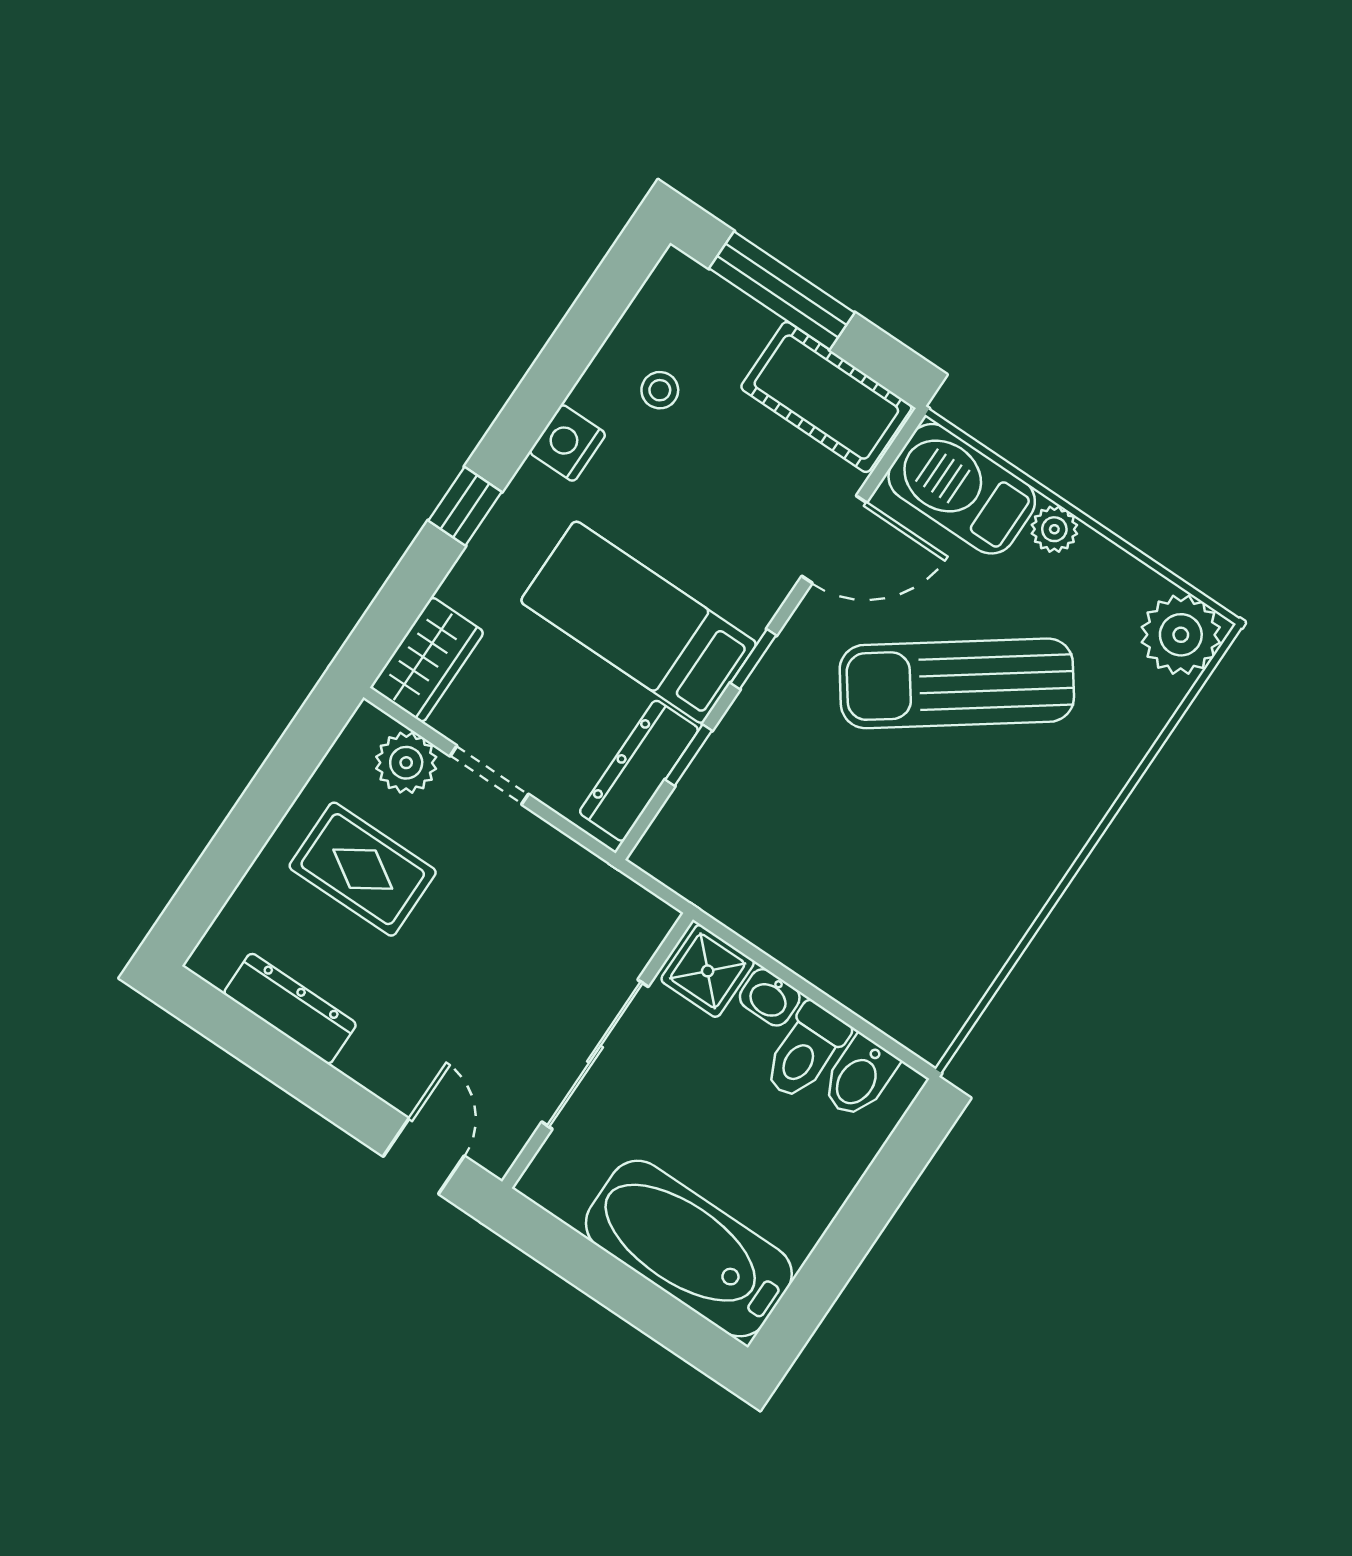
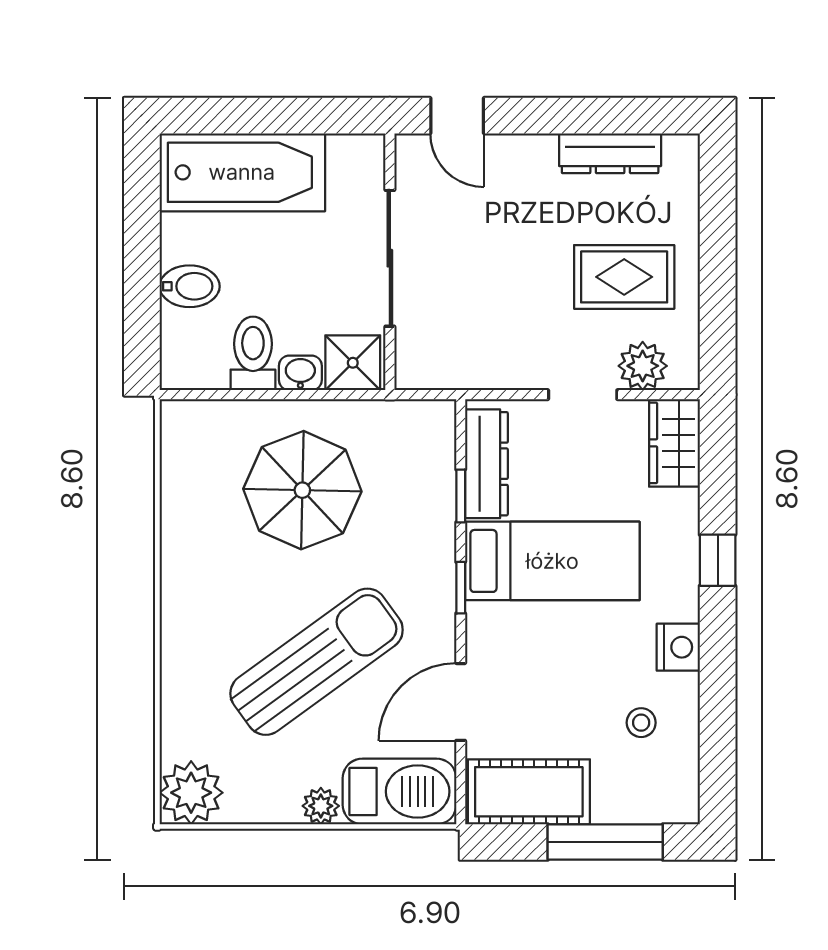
parasol: (850, 873) -> (302, 490), added
bidet: (859, 1077) -> (190, 286), moved, turned 90

